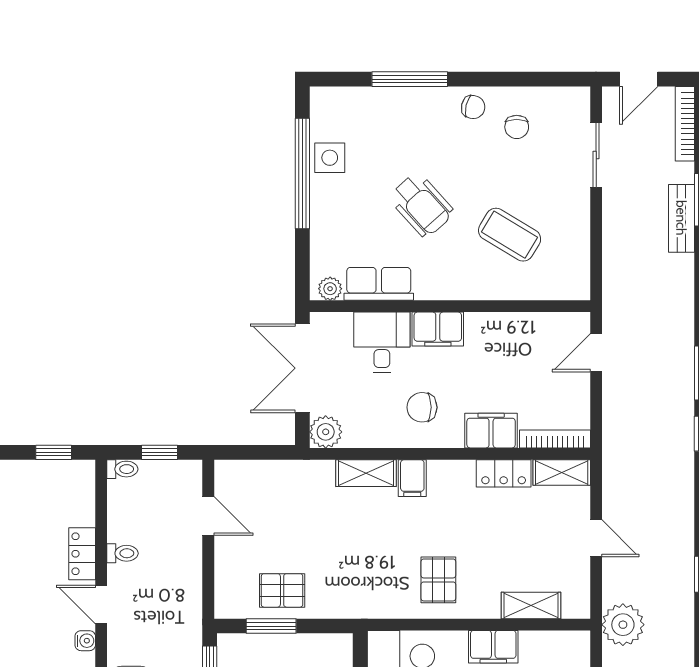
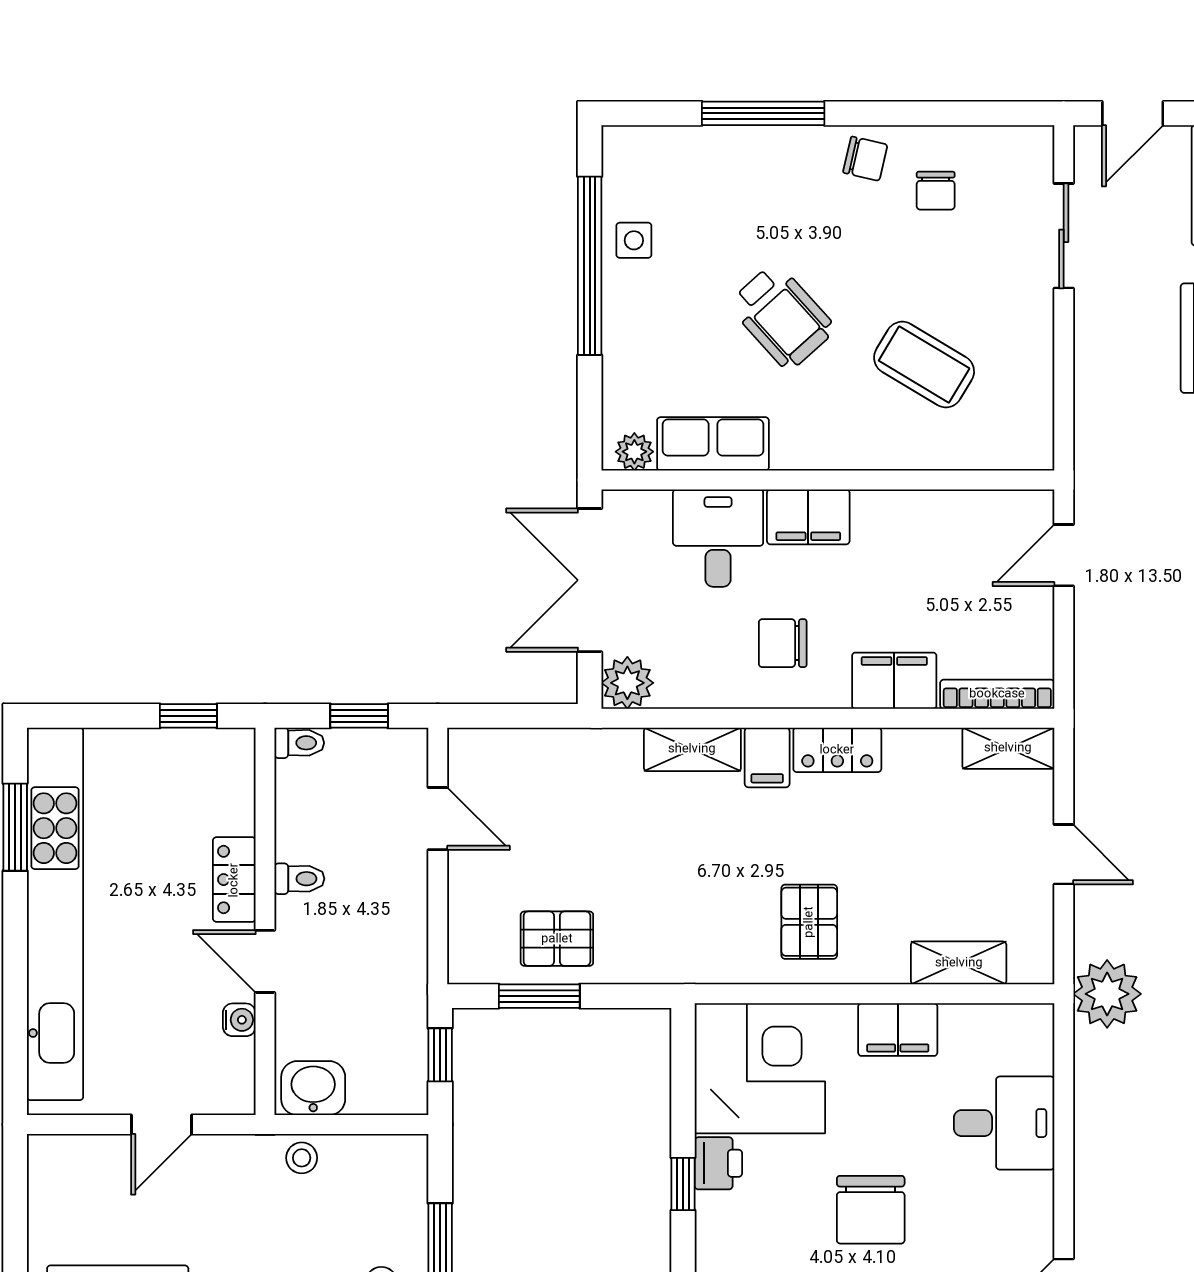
side table: (330, 158) -> (634, 240), width x0.73, depth x0.73
locker: (504, 473) -> (837, 750), moved

